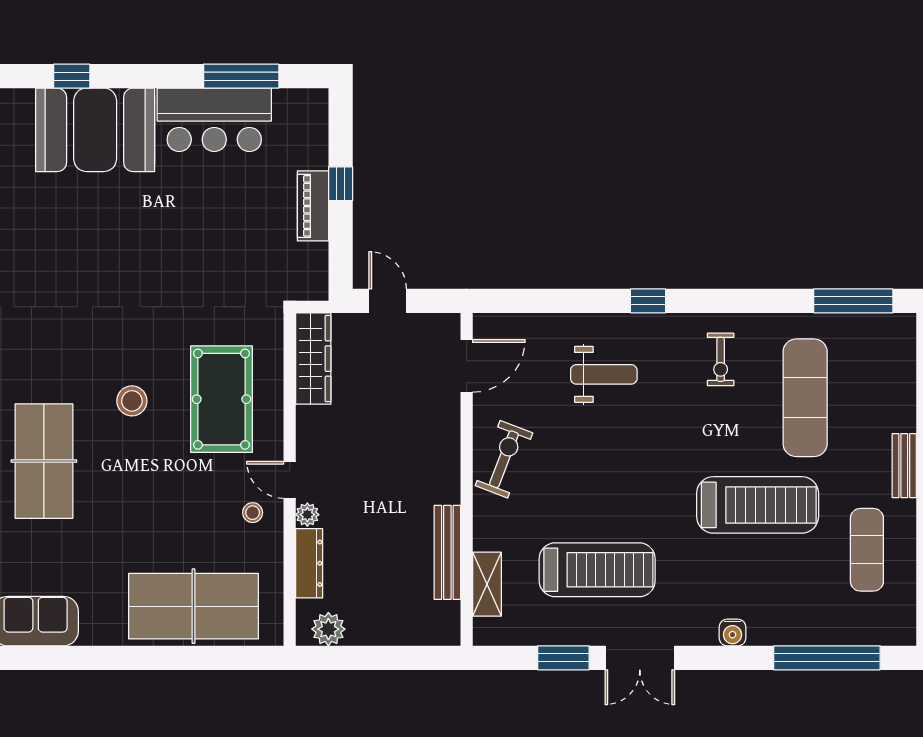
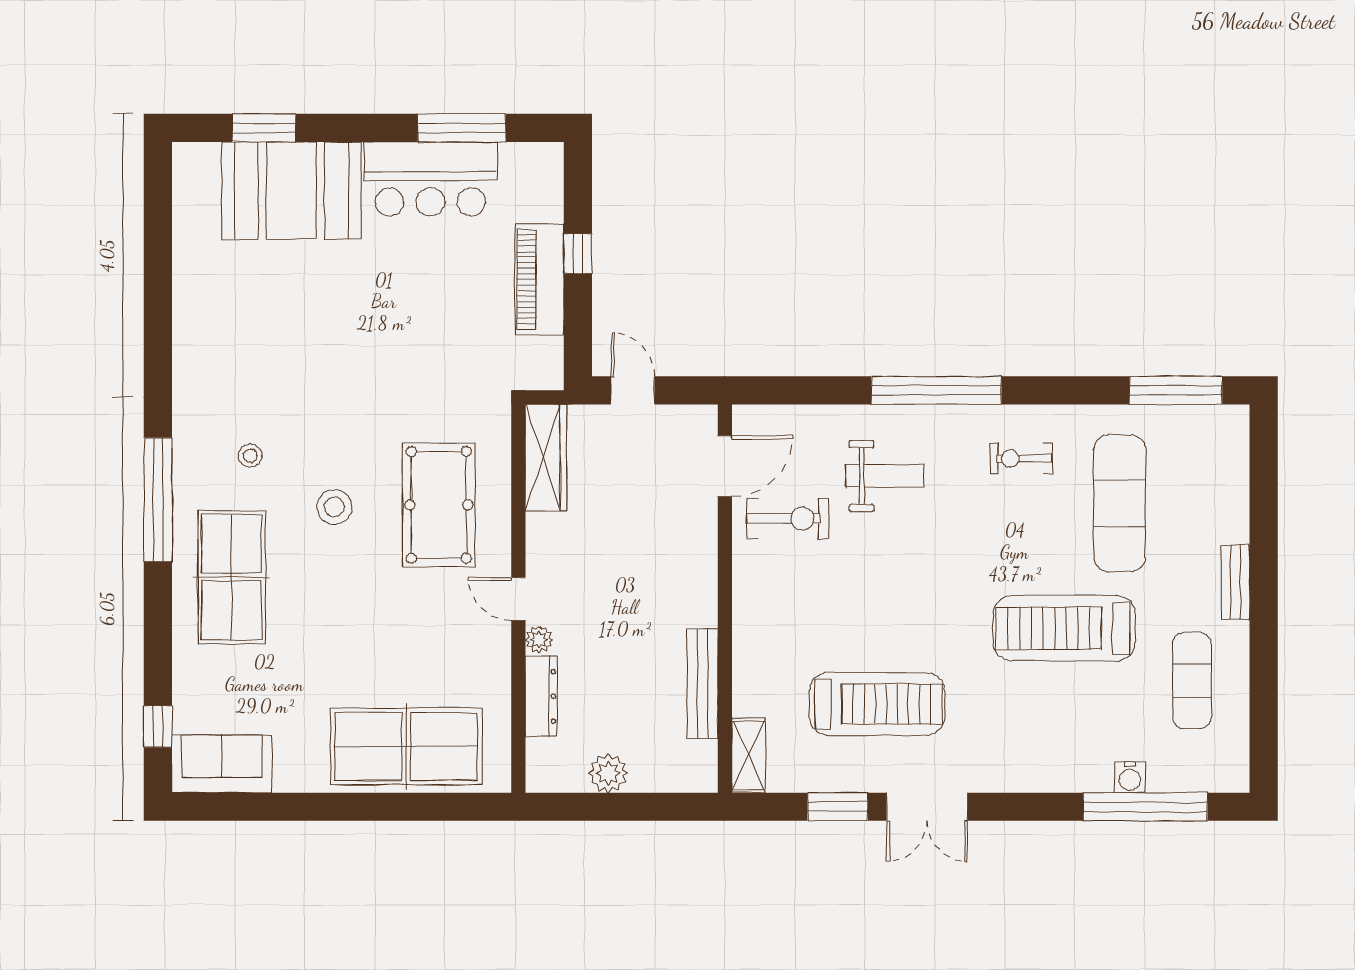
window: (72, 76) -> (264, 128), width x1.50
piano: (313, 206) -> (540, 279), width x1.37, depth x1.33
window: (648, 301) -> (936, 390), width x3.17
exercise bike: (721, 359) -> (1021, 459), turned 90
exercise bike: (504, 459) -> (788, 518), moved, turned 69
treadmill: (758, 505) -> (1064, 628), turned 180
stool: (253, 513) -> (250, 456), moved
shelving: (487, 584) -> (749, 755), moved
plant: (328, 629) -> (608, 773), moved
water cooler: (733, 633) -> (1130, 777), moved

